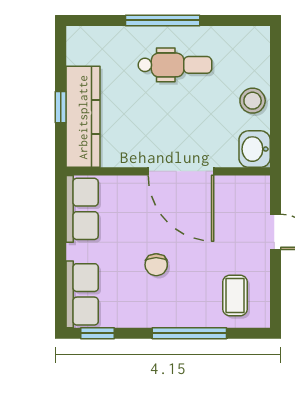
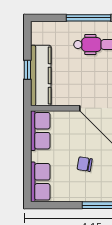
chair: (156, 265) -> (85, 164), turned 100
window: (98, 333) -> (50, 205), removed

